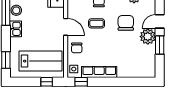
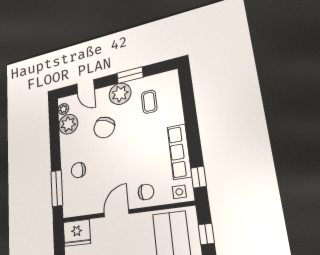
door: (160, 21) -> (86, 87), moved
coffee table: (97, 23) -> (149, 102), moved
chair: (126, 23) -> (104, 127), turned -66

